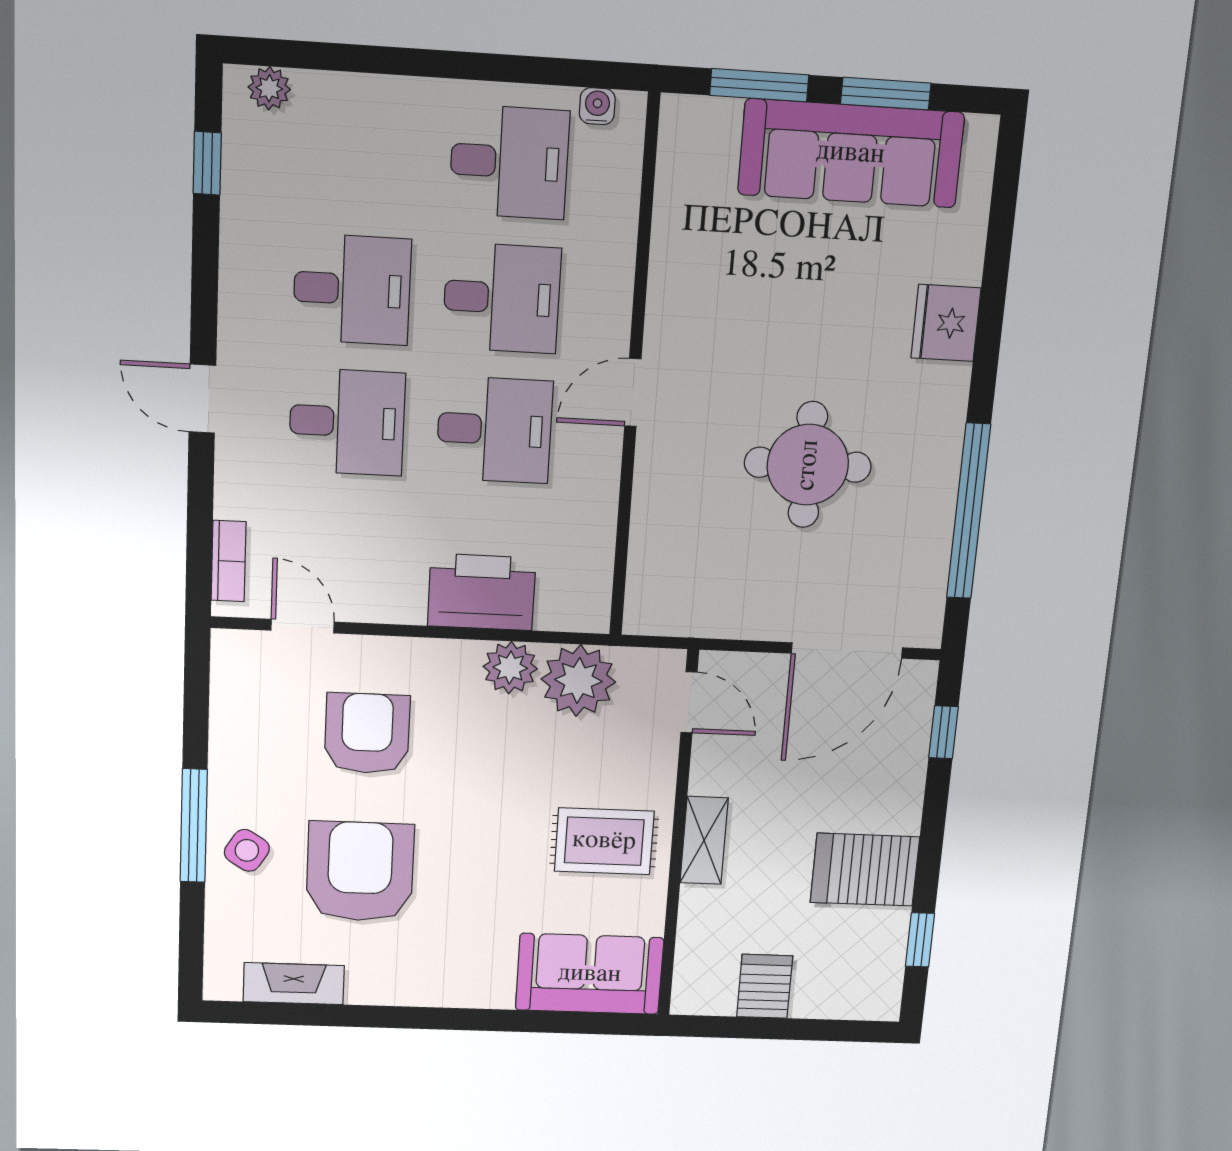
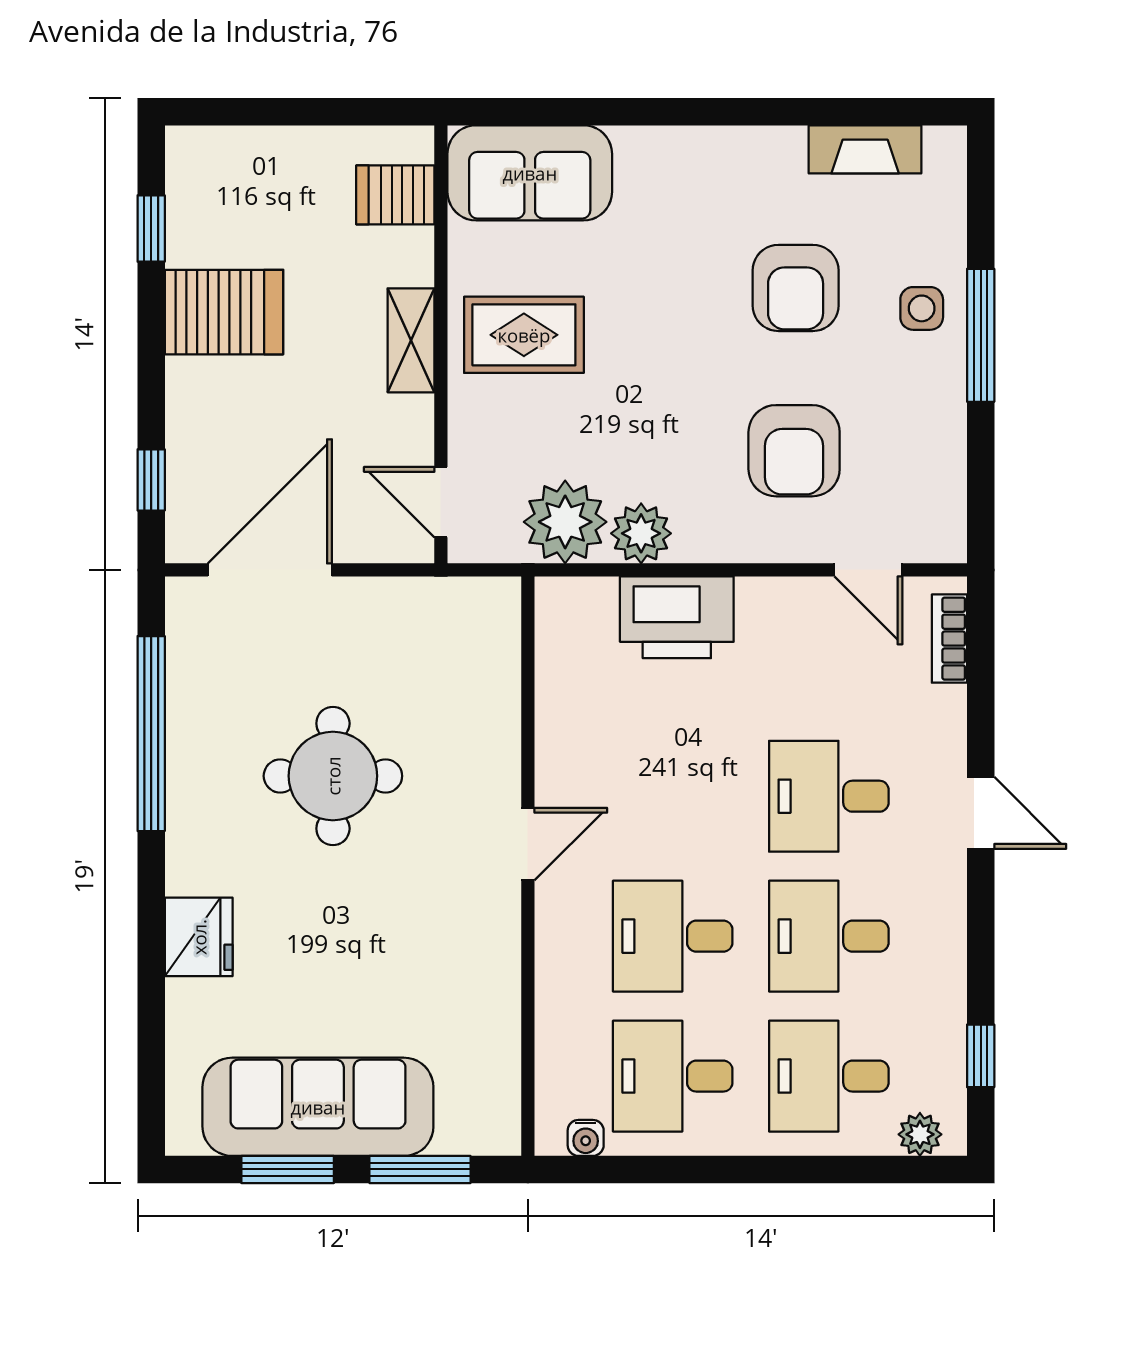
desk: (494, 430) -> (829, 1076), moved
side table: (247, 850) -> (922, 308), turned -32
armchair: (360, 872) -> (796, 288), width x0.73, depth x0.73
server rack: (765, 986) -> (395, 195), moved, turned 90

